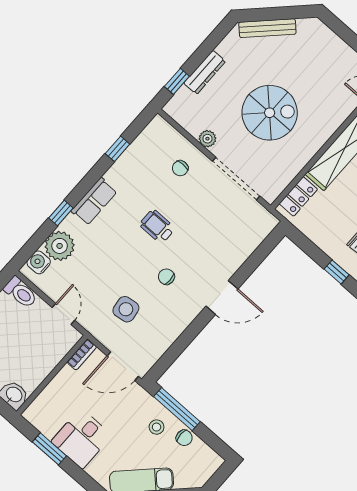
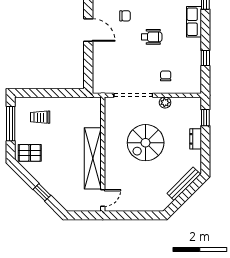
dresser: (205, 72) -> (196, 139), width x0.70
locker: (298, 196) -> (95, 114), removed
window: (337, 272) -> (42, 93), removed
door: (222, 297) -> (88, 30), swing flipped

